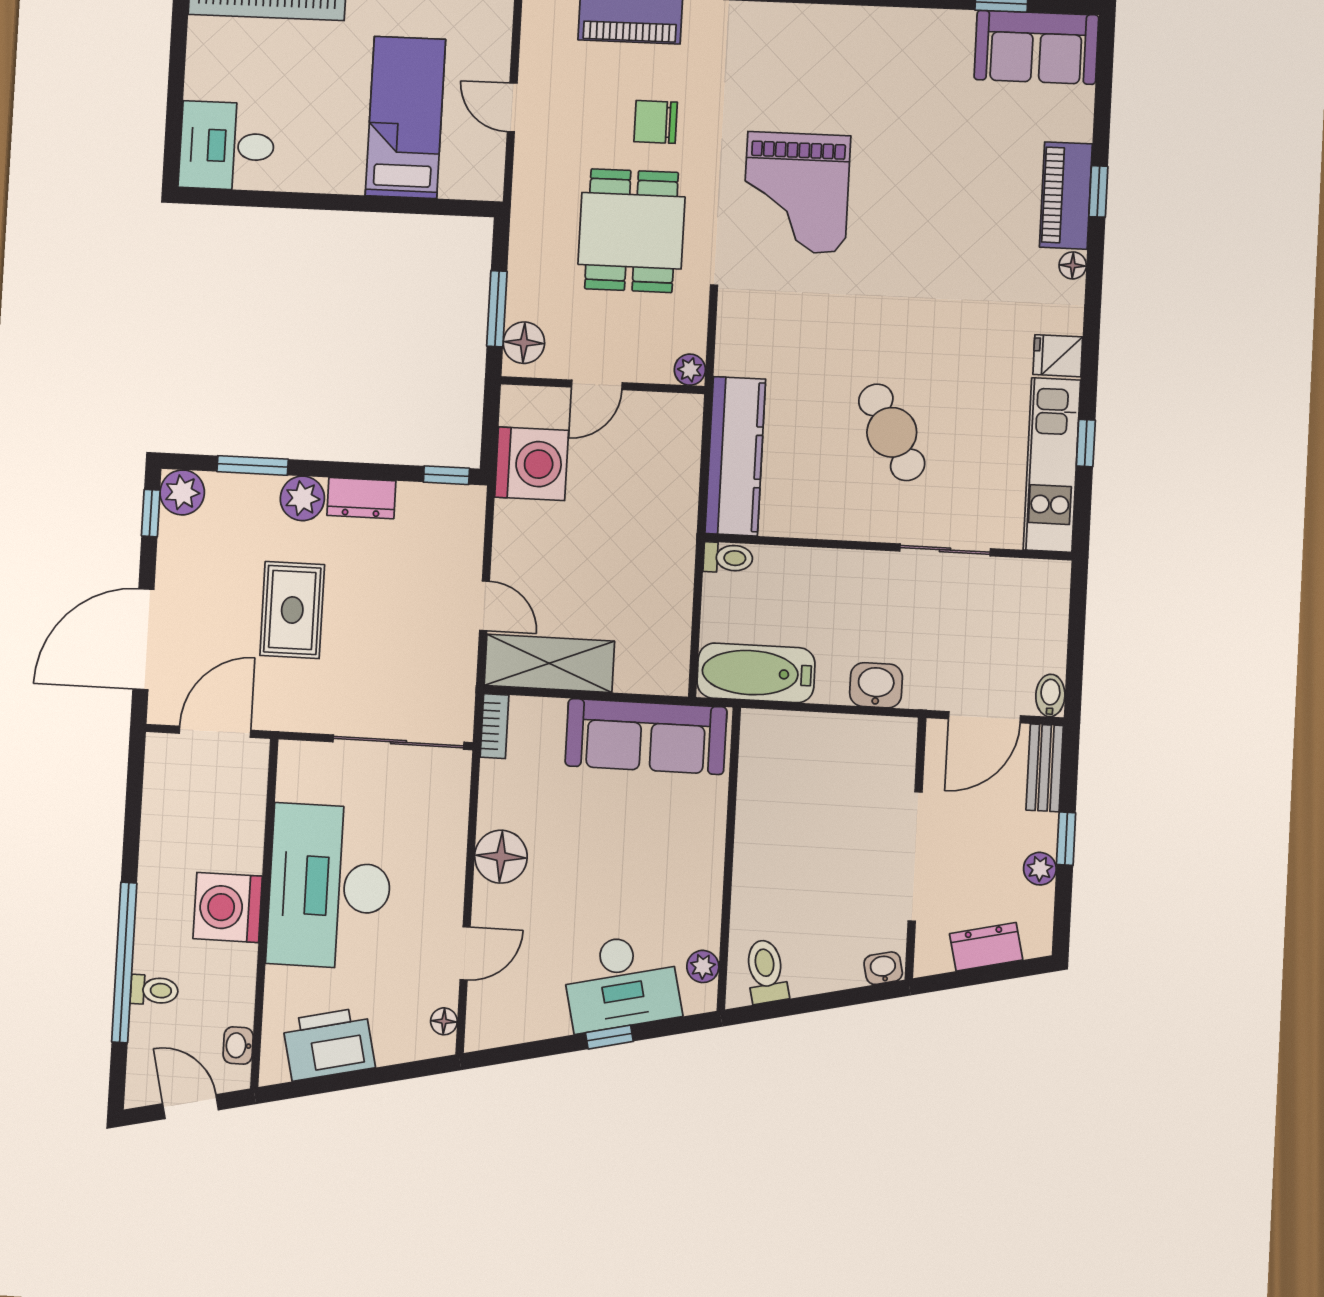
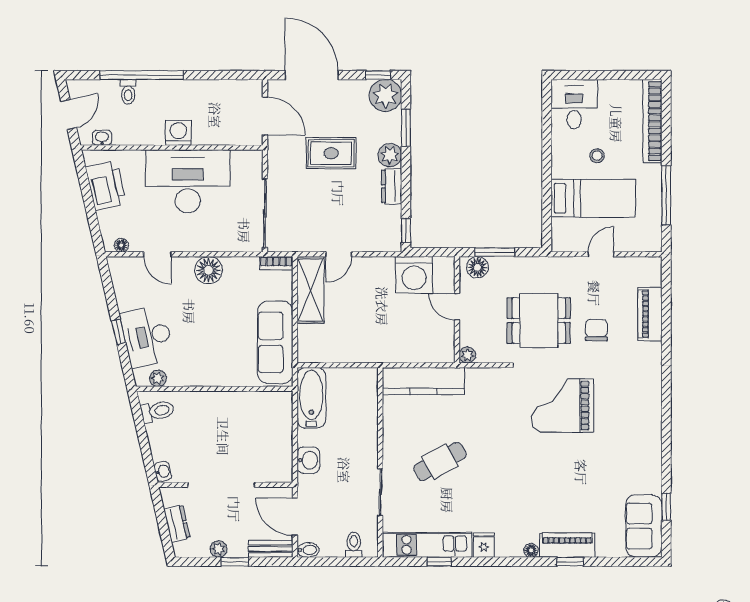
stool: (326, 107) -> (597, 156), added
plant: (182, 492) -> (385, 95), width x1.36, depth x1.36
toilet: (728, 558) -> (354, 545), moved, turned 180
washing machine: (228, 907) -> (178, 133), width x0.73, depth x0.73

